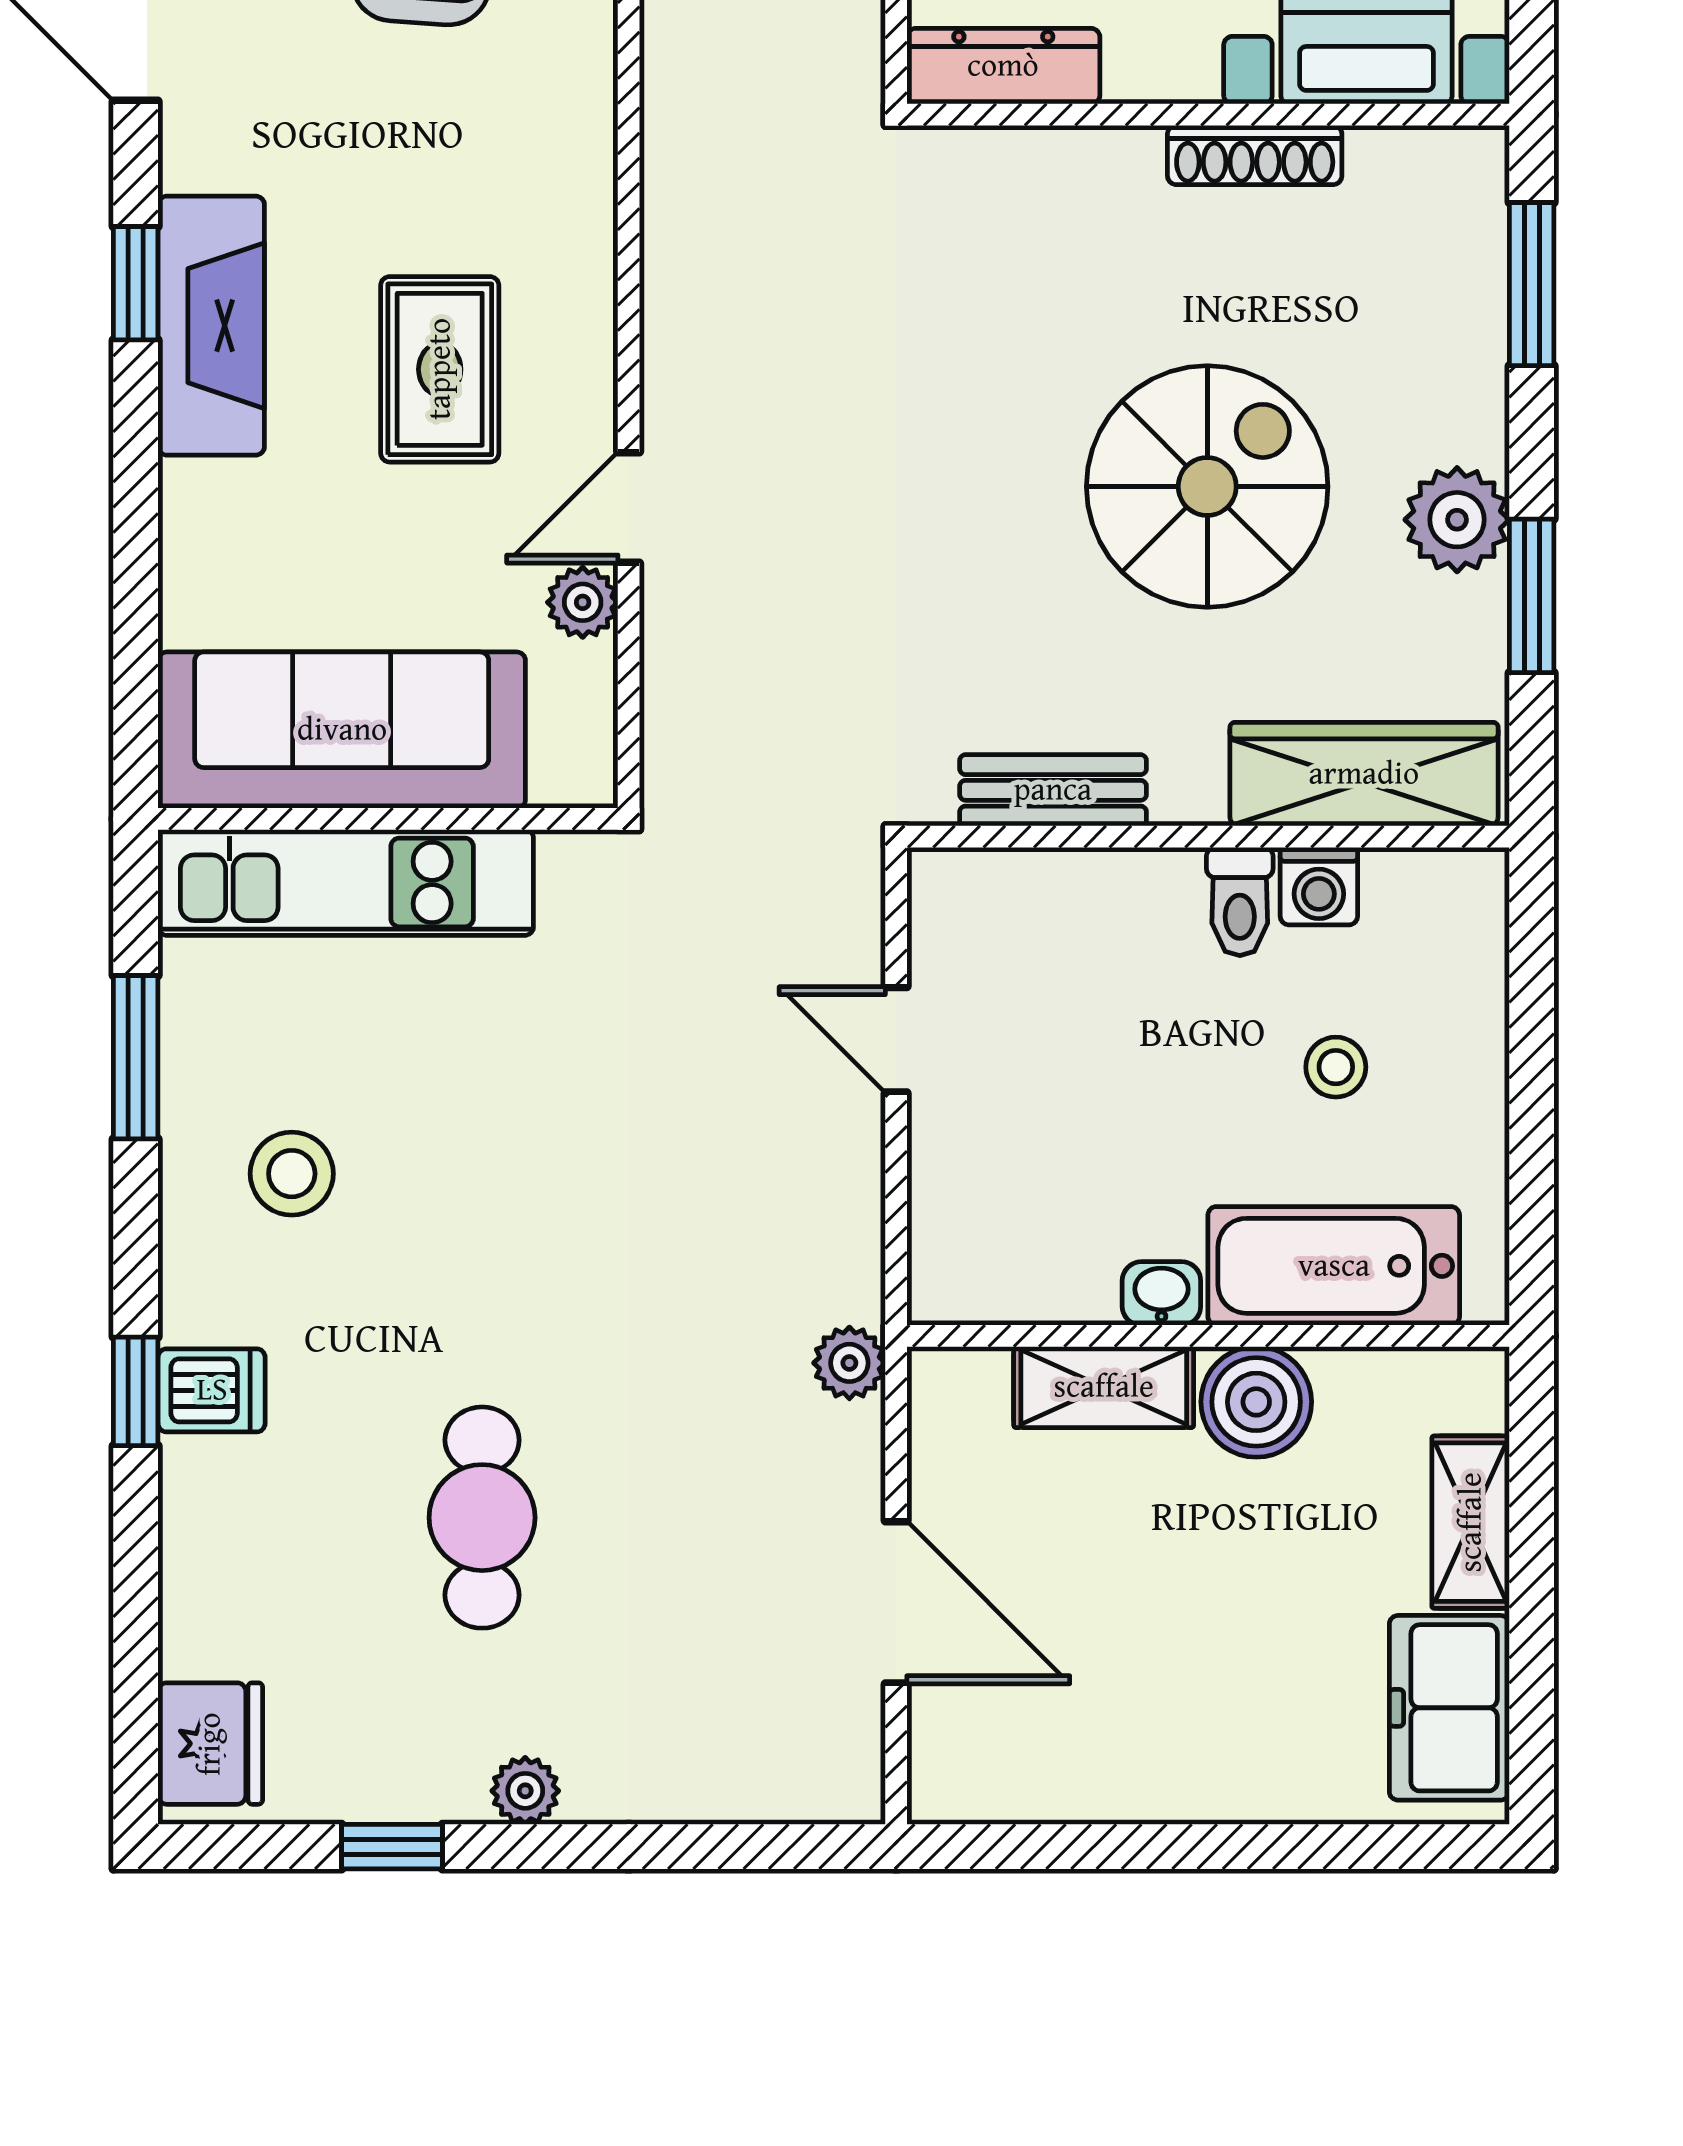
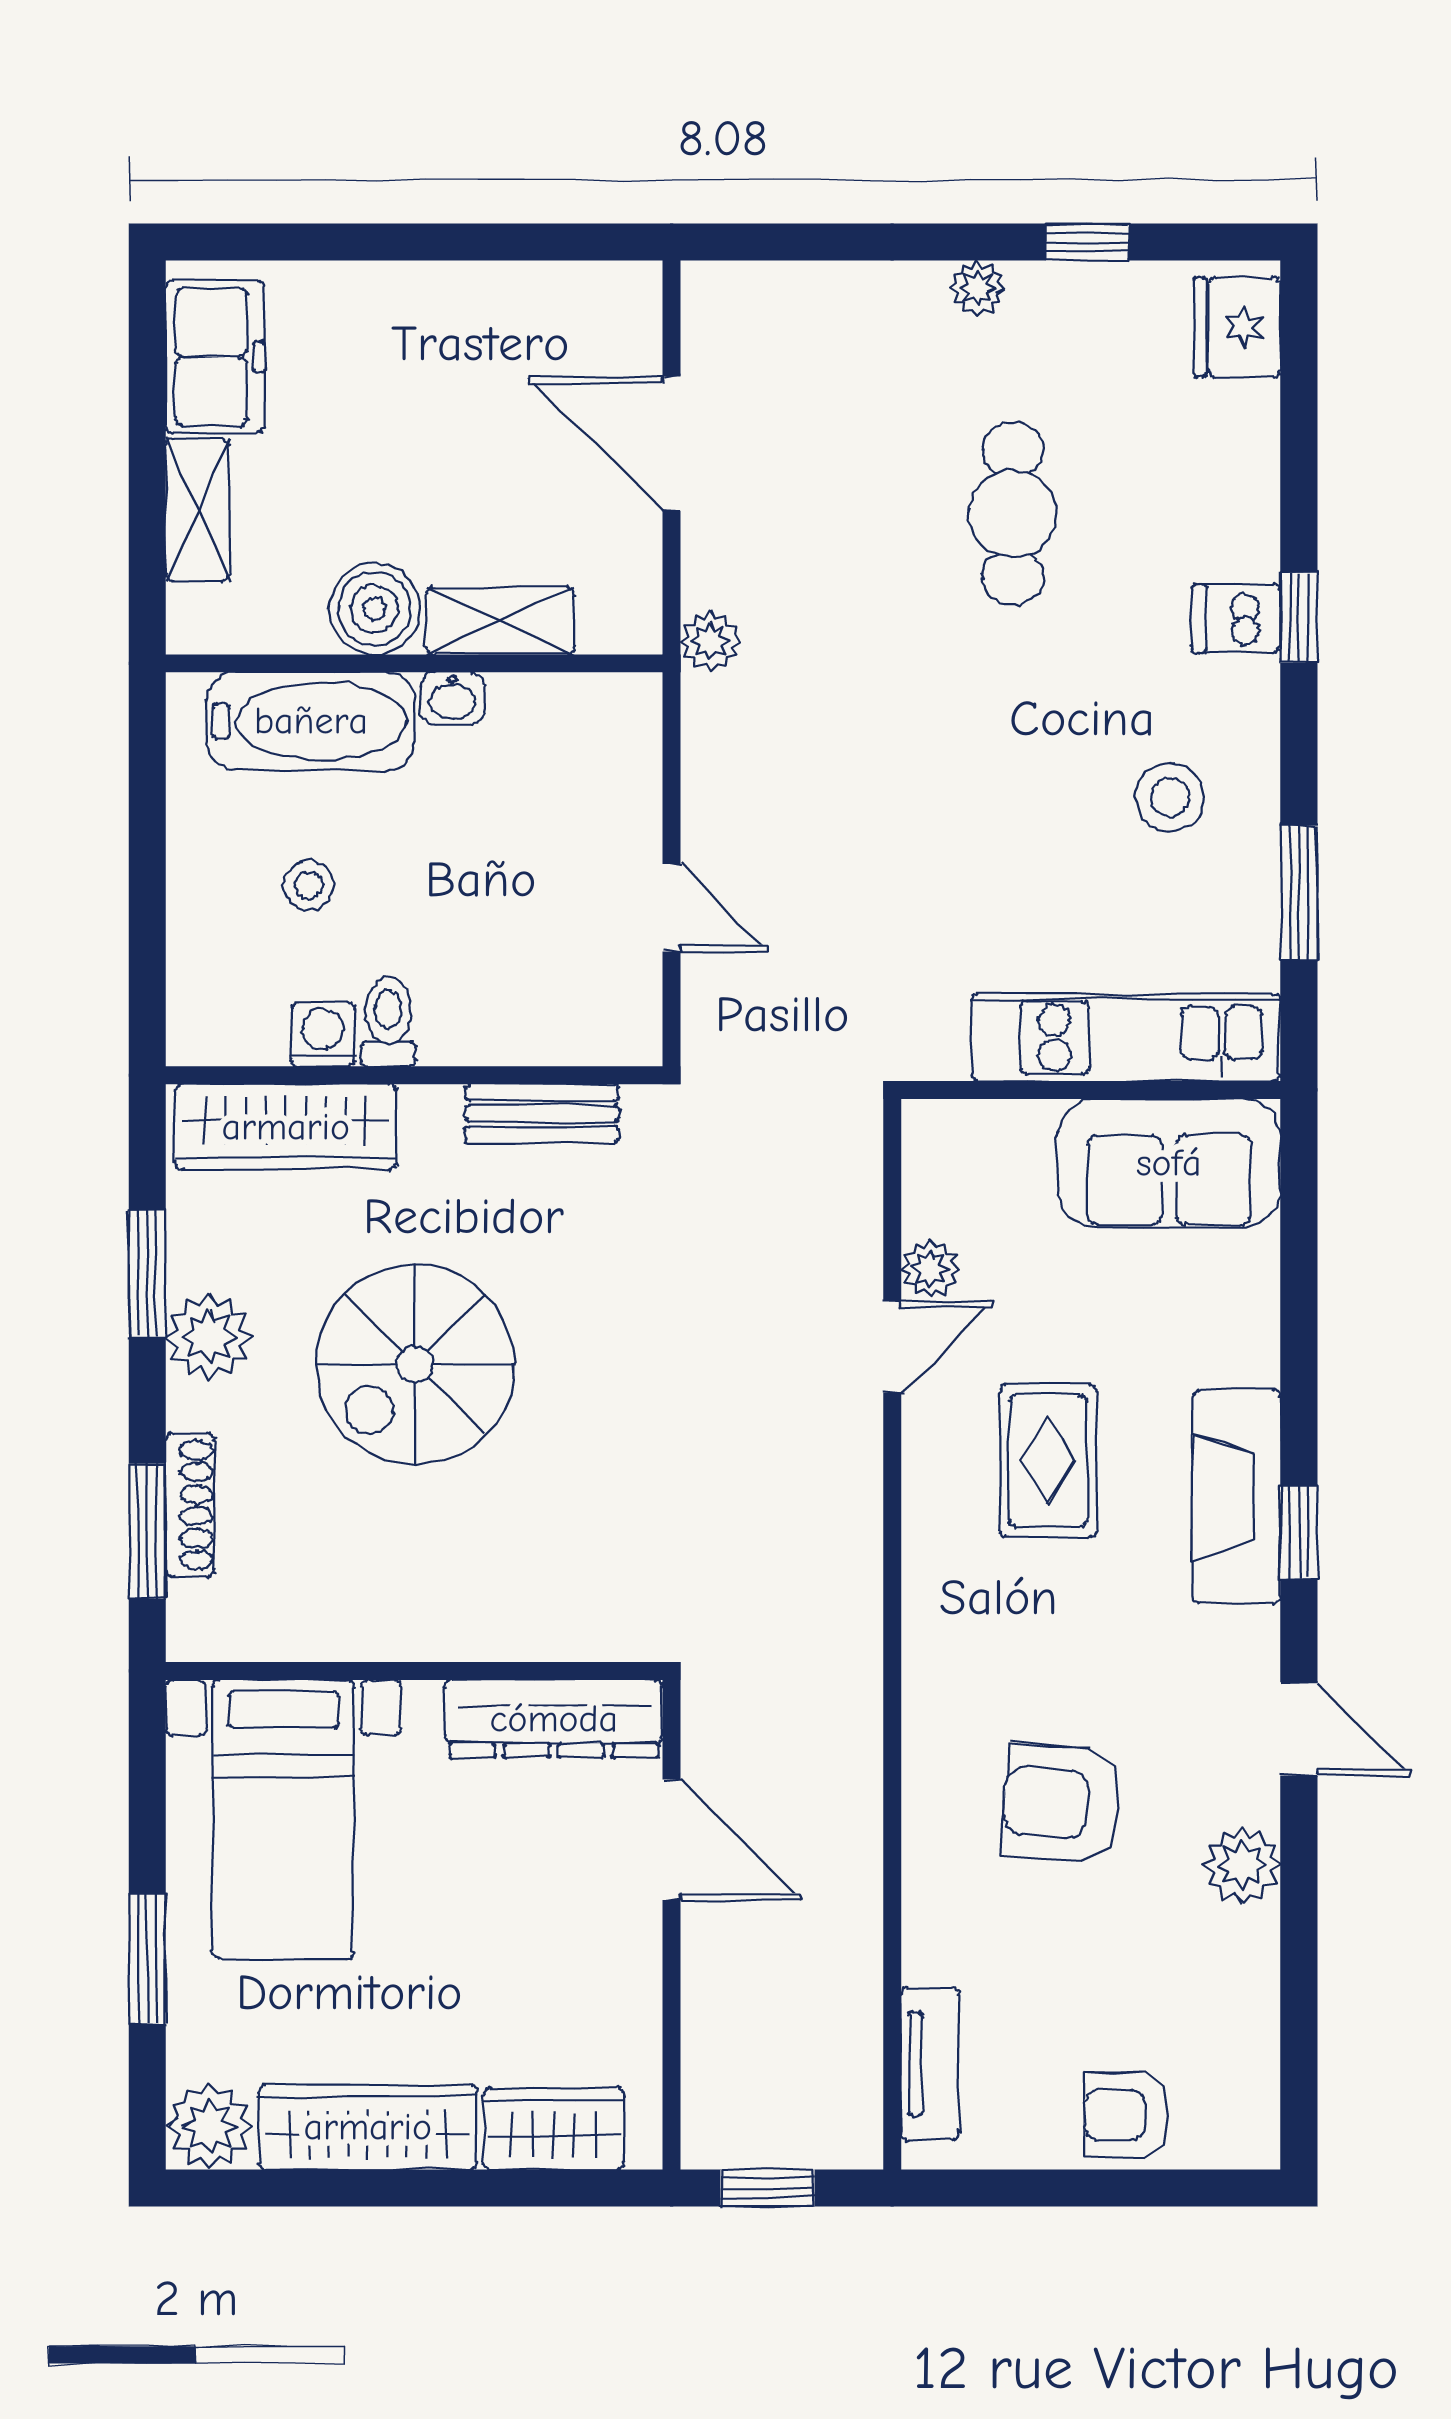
dresser: (1003, 66) -> (554, 1719), width x1.37, depth x1.24
shoe rack: (1255, 155) -> (190, 1505), moved, turned 90
sofa: (342, 730) -> (1169, 1163), width x0.73

